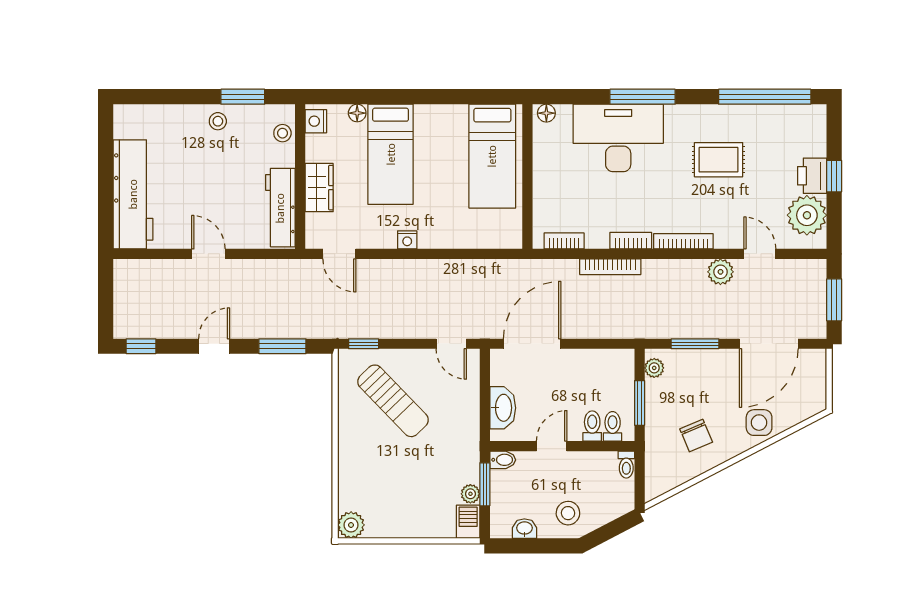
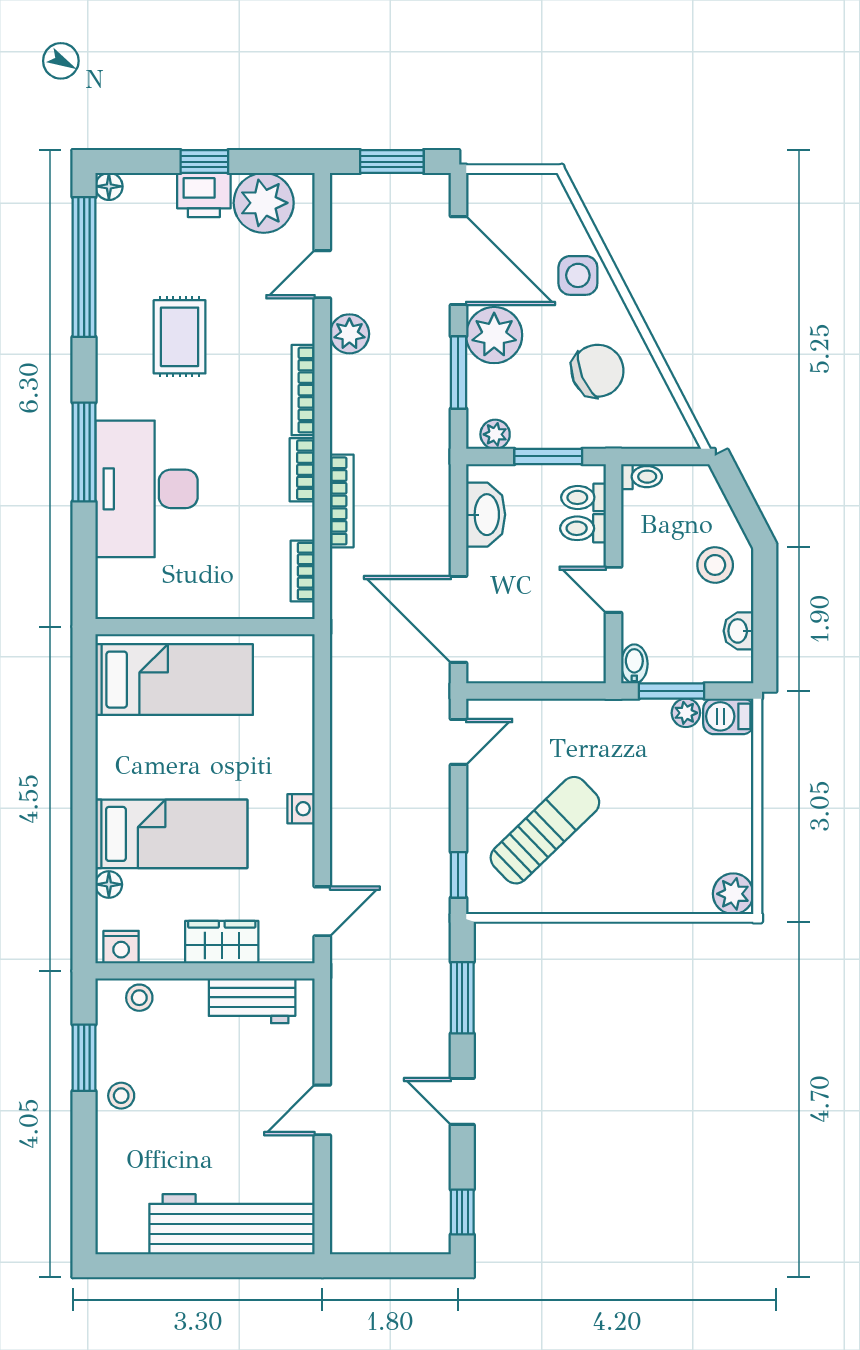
floor lamp: (546, 113) -> (109, 186), moved
workbench: (280, 208) -> (252, 1001), width x0.73
plant: (720, 367) -> (494, 335), added
washbasin: (503, 408) -> (486, 515), moved, turned 90
chair: (696, 436) -> (598, 371), width x1.37, depth x1.37

